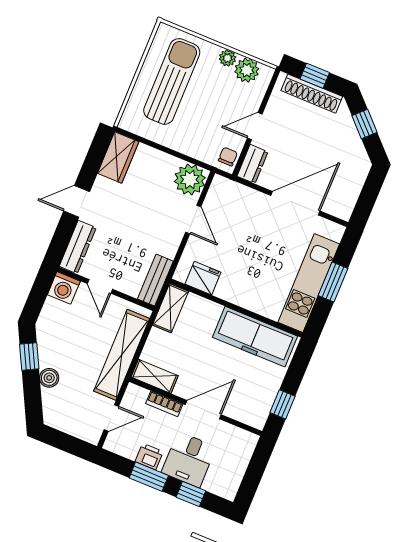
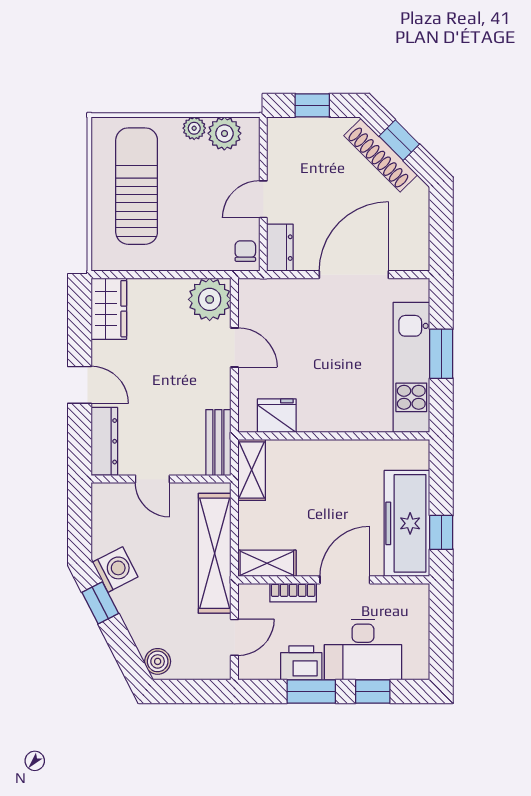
shoe rack: (312, 94) -> (381, 155), moved, turned 45
door: (77, 201) -> (80, 385), swing flipped
washing machine: (64, 288) -> (115, 570), moved, turned -117
freezer: (255, 337) -> (407, 523), moved, turned 90
boiler: (49, 378) -> (158, 661), moved
printer: (149, 457) -> (301, 663), width x1.36, depth x1.24
desk: (189, 460) -> (363, 650), width x1.37

